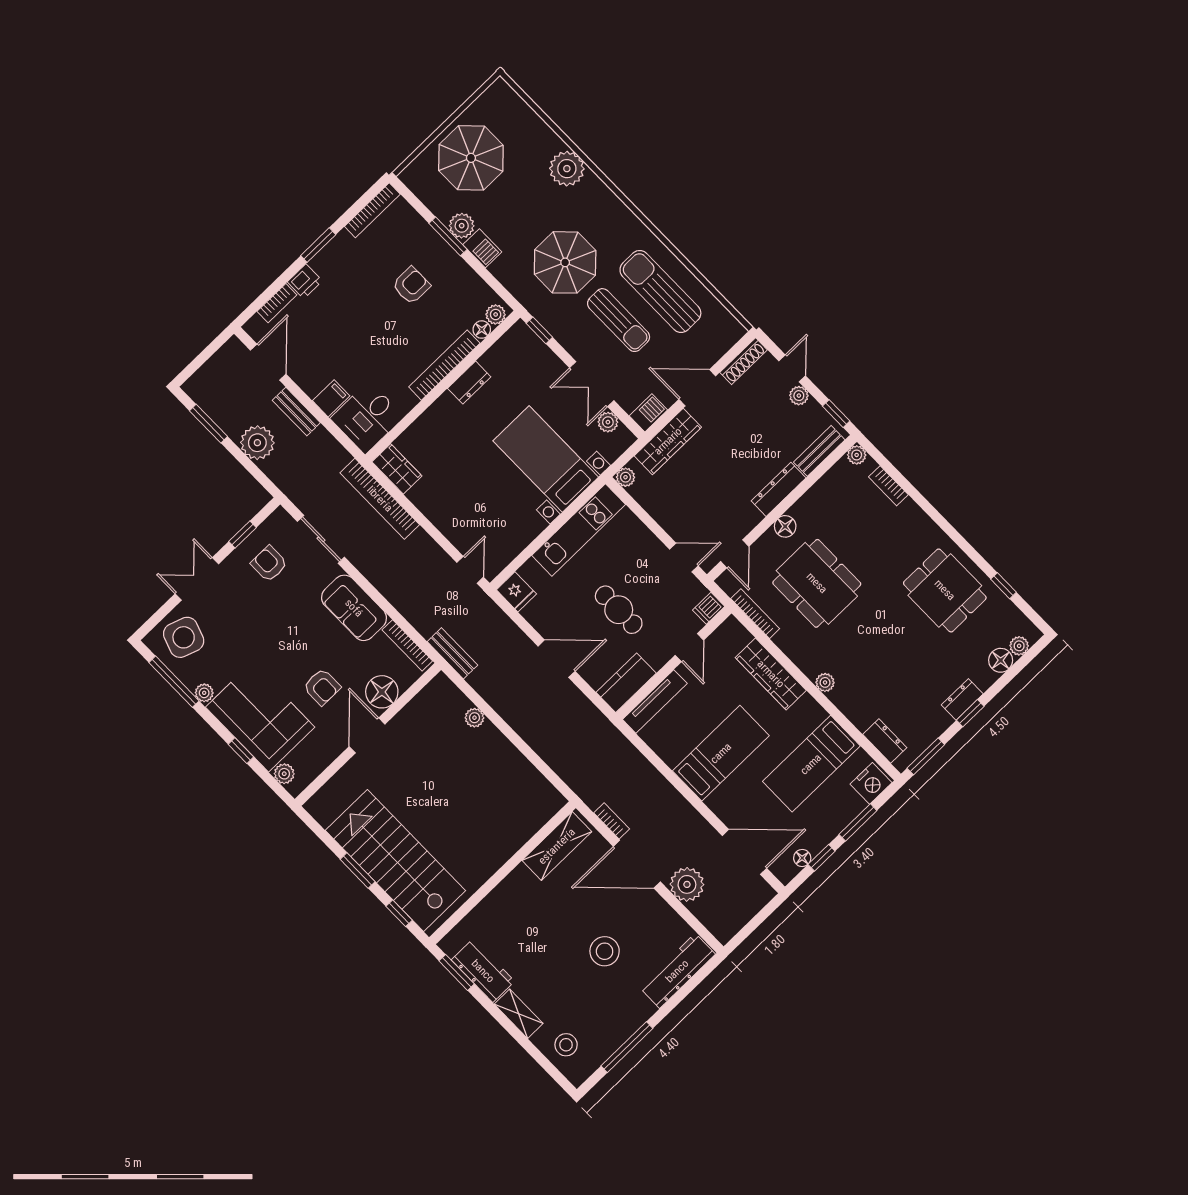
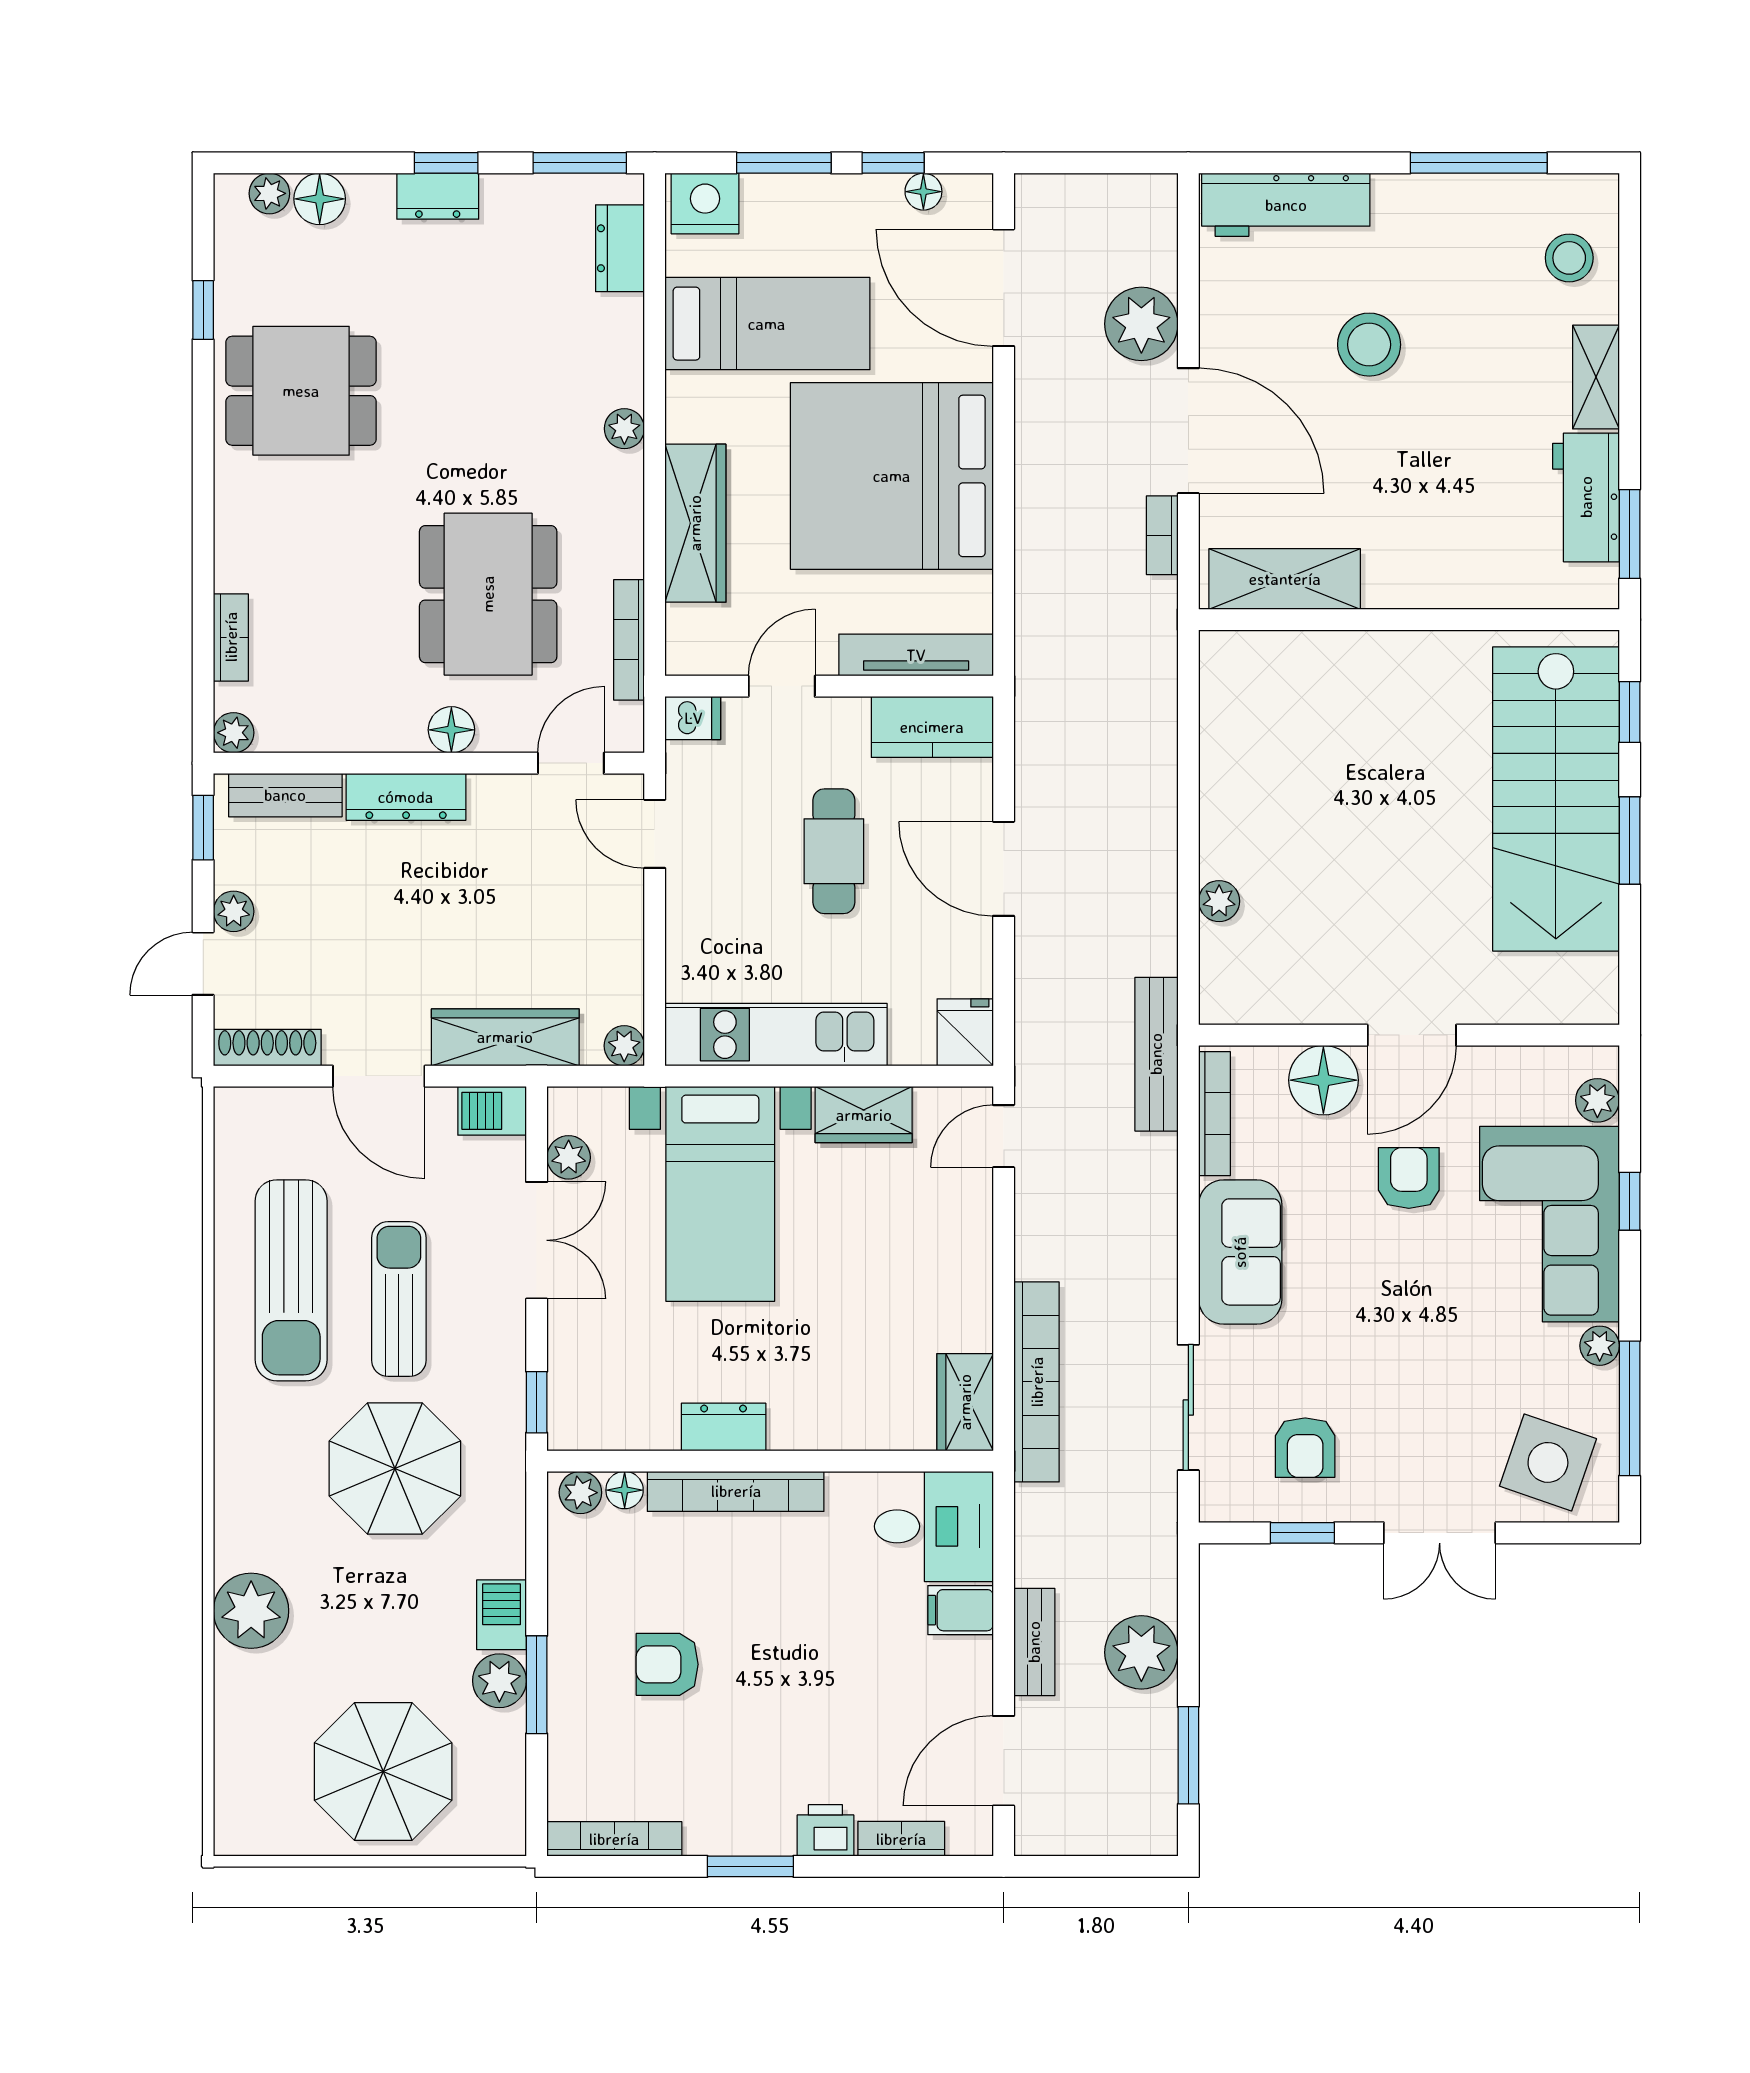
wardrobe: (524, 532) -> (864, 1115), added
dining table: (945, 590) -> (301, 391), turned 90
bench: (452, 653) -> (1156, 1054), width x1.36
bed: (721, 753) -> (892, 476), width x2.04

